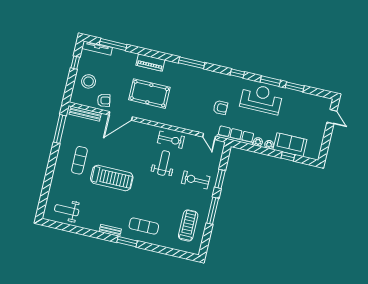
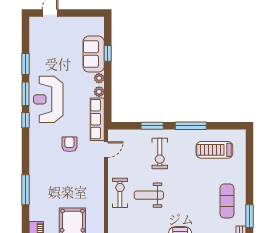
window: (237, 73) -> (25, 120), moved

